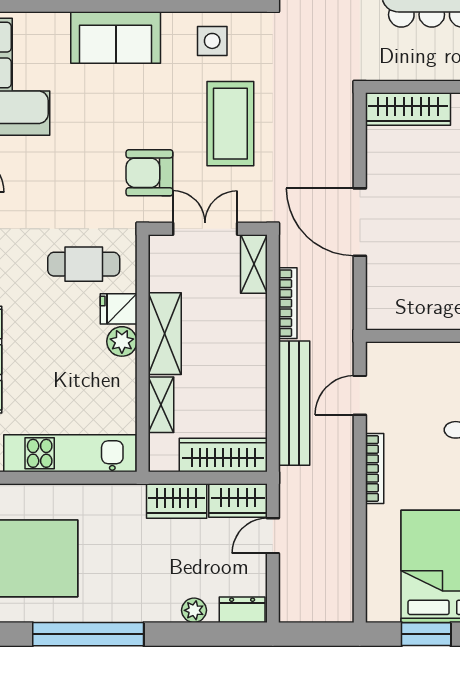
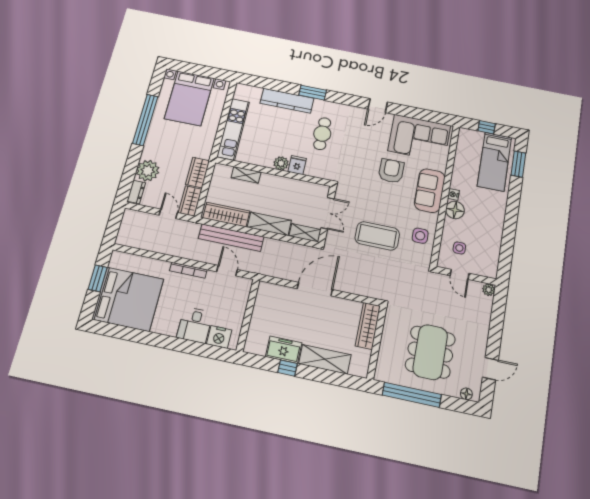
armchair: (149, 173) -> (391, 171), moved
cafe table: (84, 264) -> (322, 134), moved
bookcase: (288, 303) -> (282, 245), removed
shelving: (165, 334) -> (269, 224), moved
wardrobe: (223, 455) -> (226, 215), moved, turned -90
plant: (194, 610) -> (148, 171), width x1.87, depth x1.87

